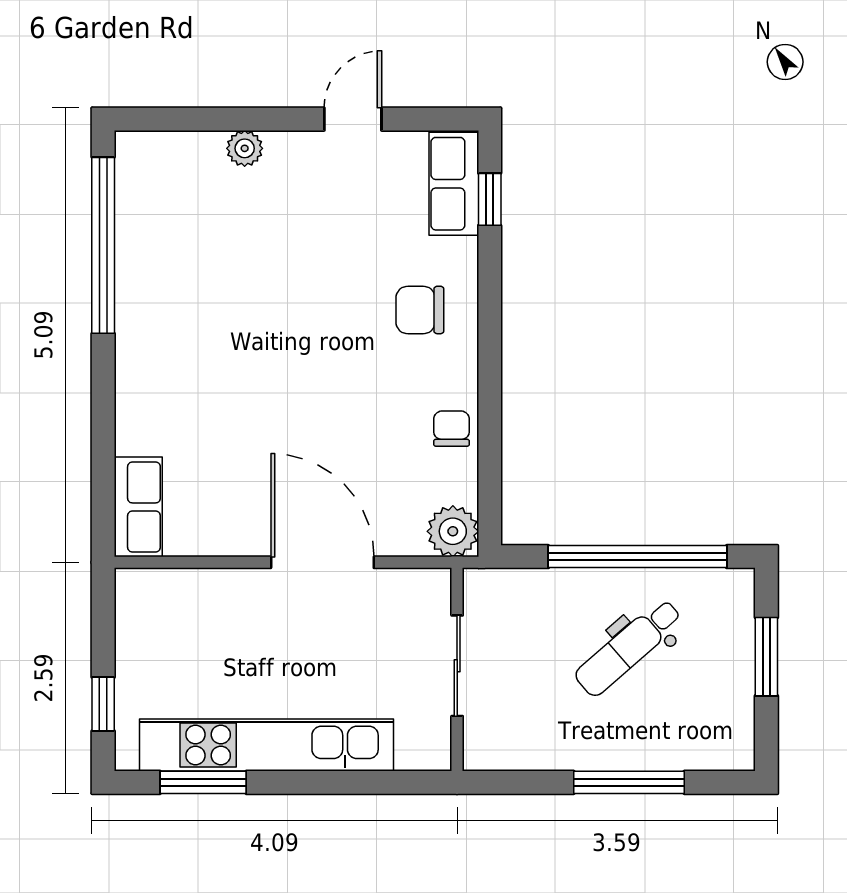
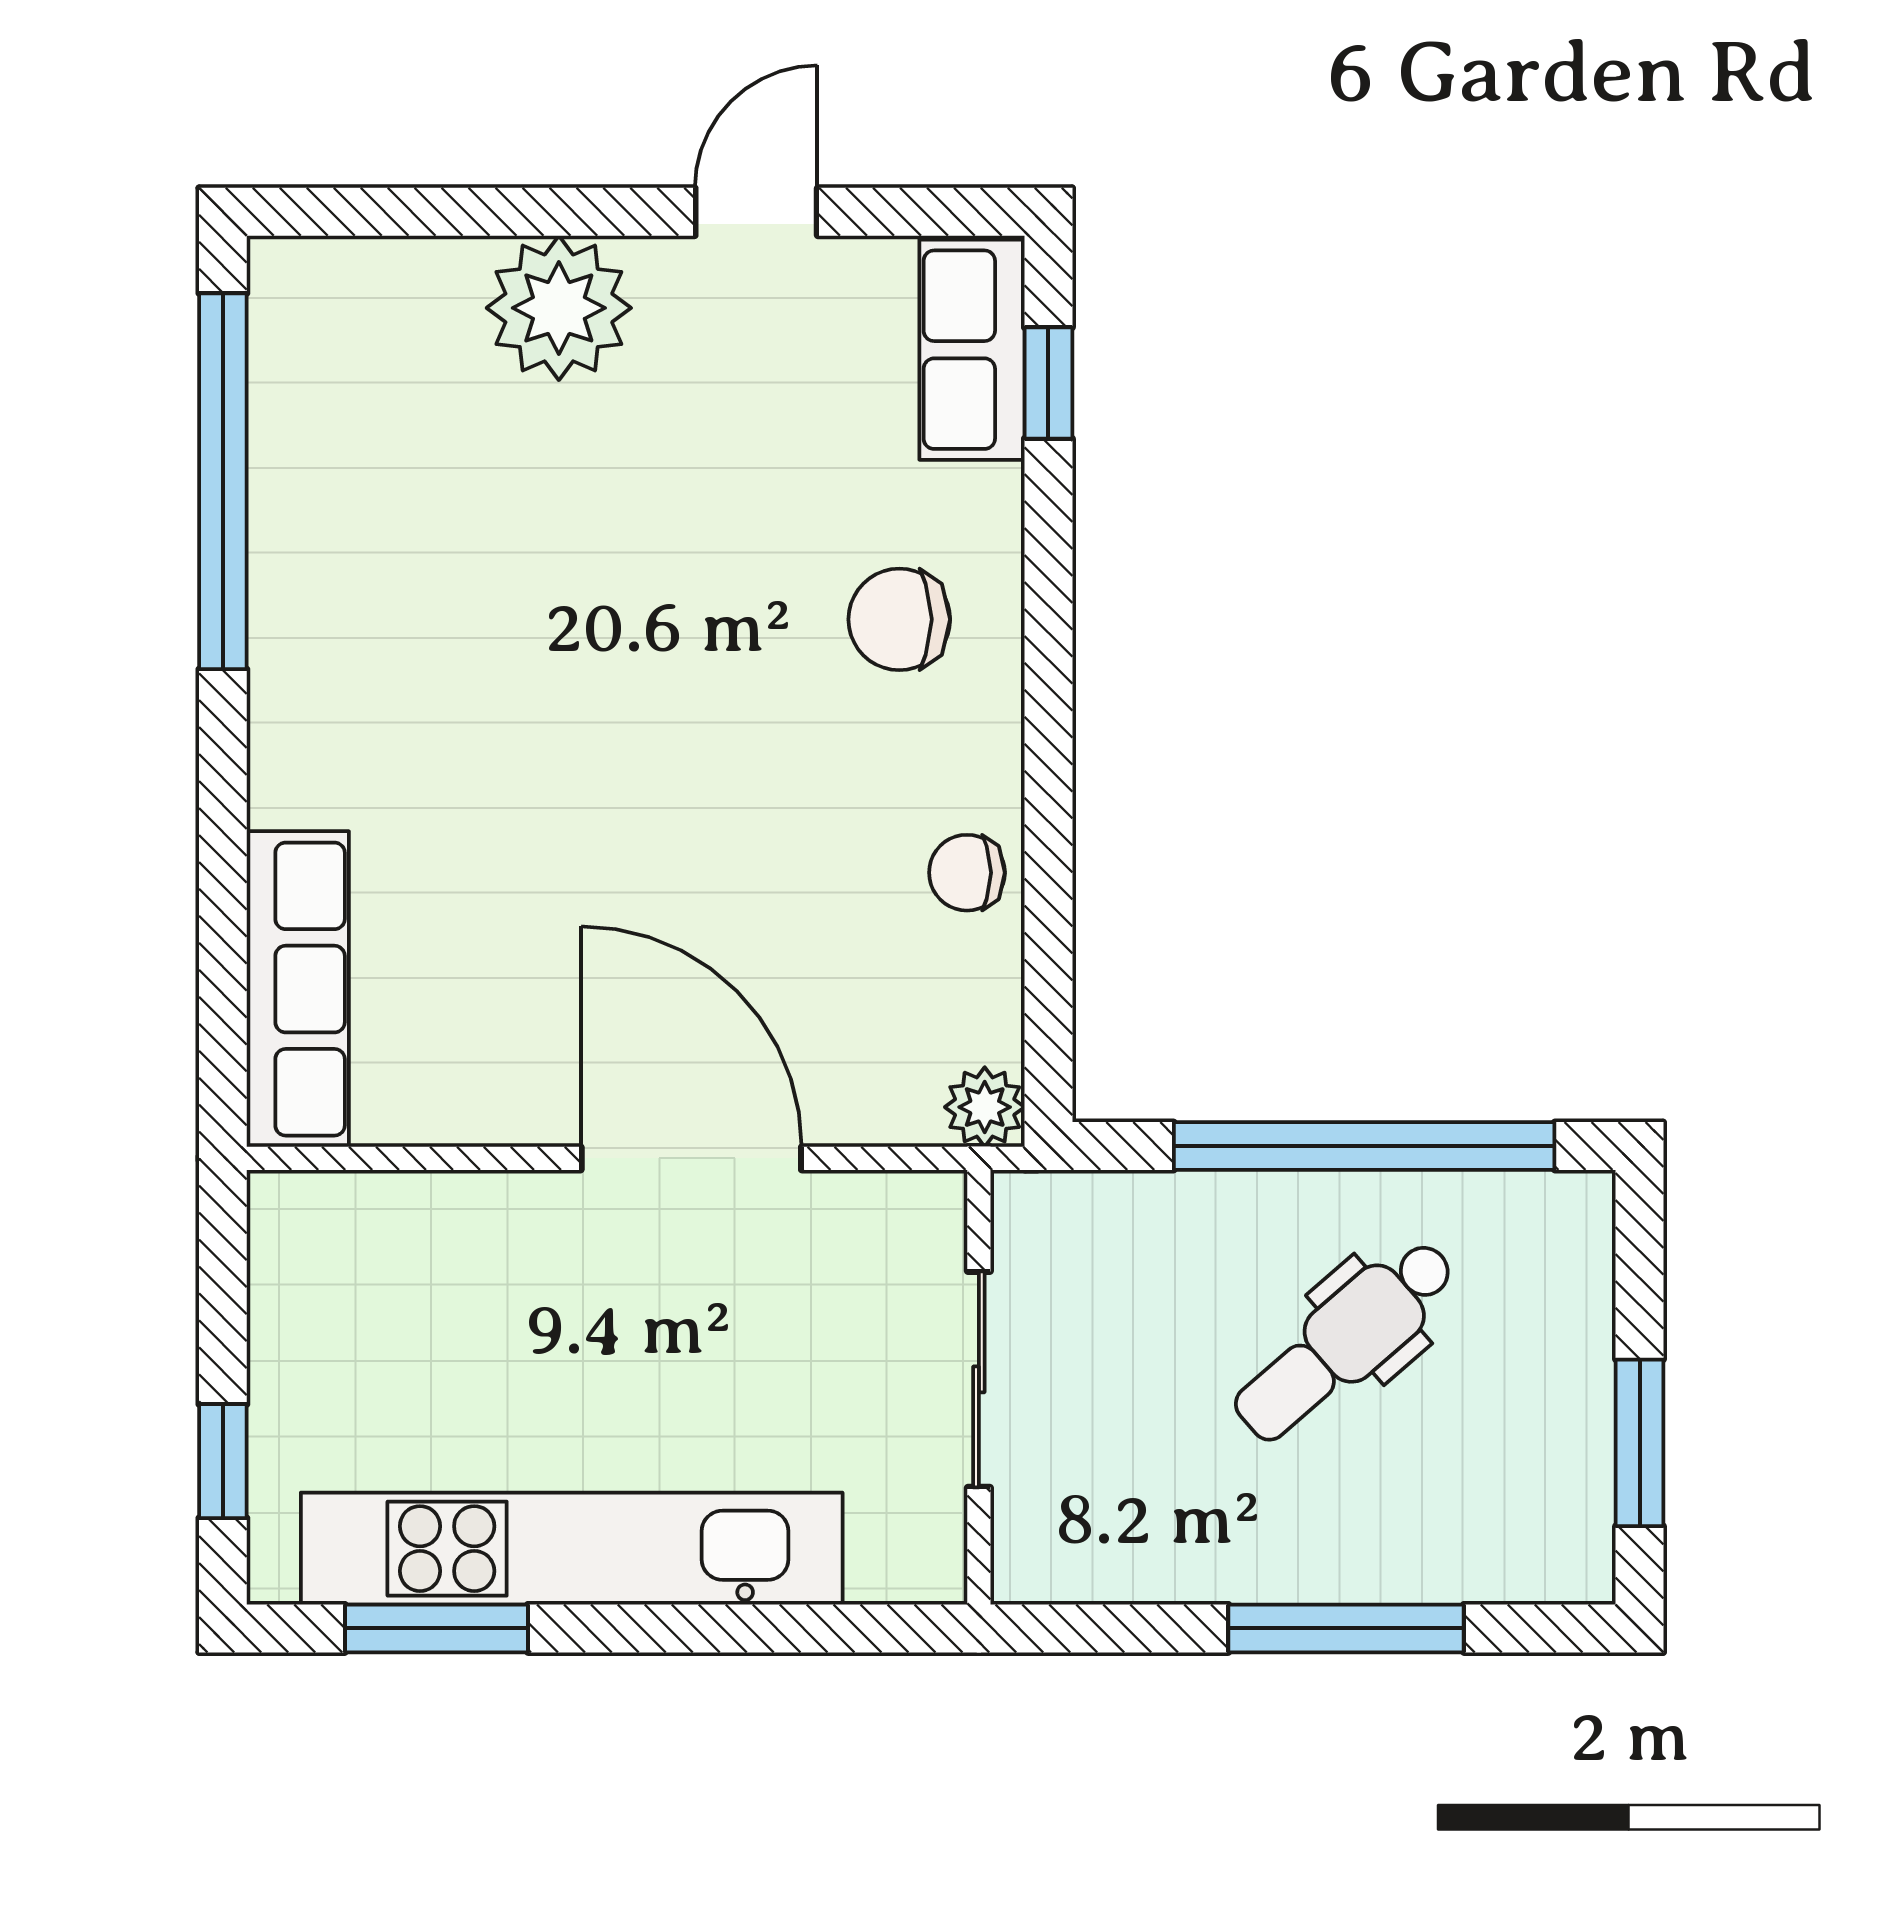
plant: (245, 148) -> (559, 308), width x1.88, depth x1.88
chair: (452, 429) -> (967, 873), turned -90
row of seats: (138, 507) -> (298, 989), width x1.48
plant: (453, 531) -> (985, 1107), width x0.73, depth x0.73
window: (766, 657) -> (1640, 1443), moved

